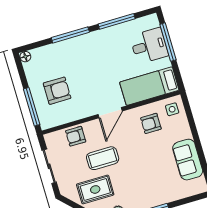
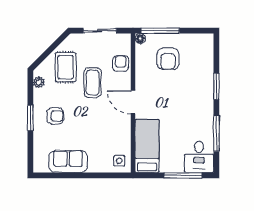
window: (70, 35) -> (216, 86), width x0.69
desk: (149, 46) -> (199, 157), moved
floor lamp: (25, 57) -> (140, 38), moved
armchair: (151, 123) -> (55, 116), moved, turned 90

